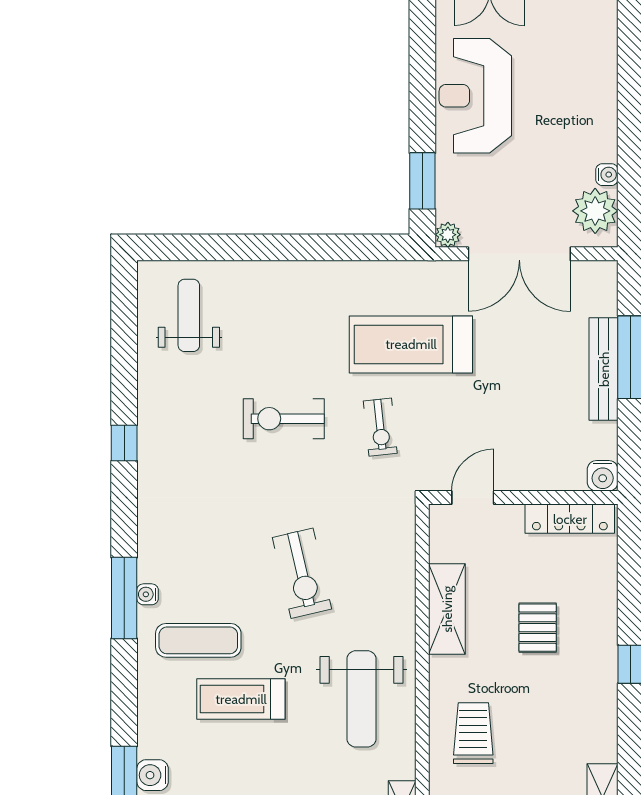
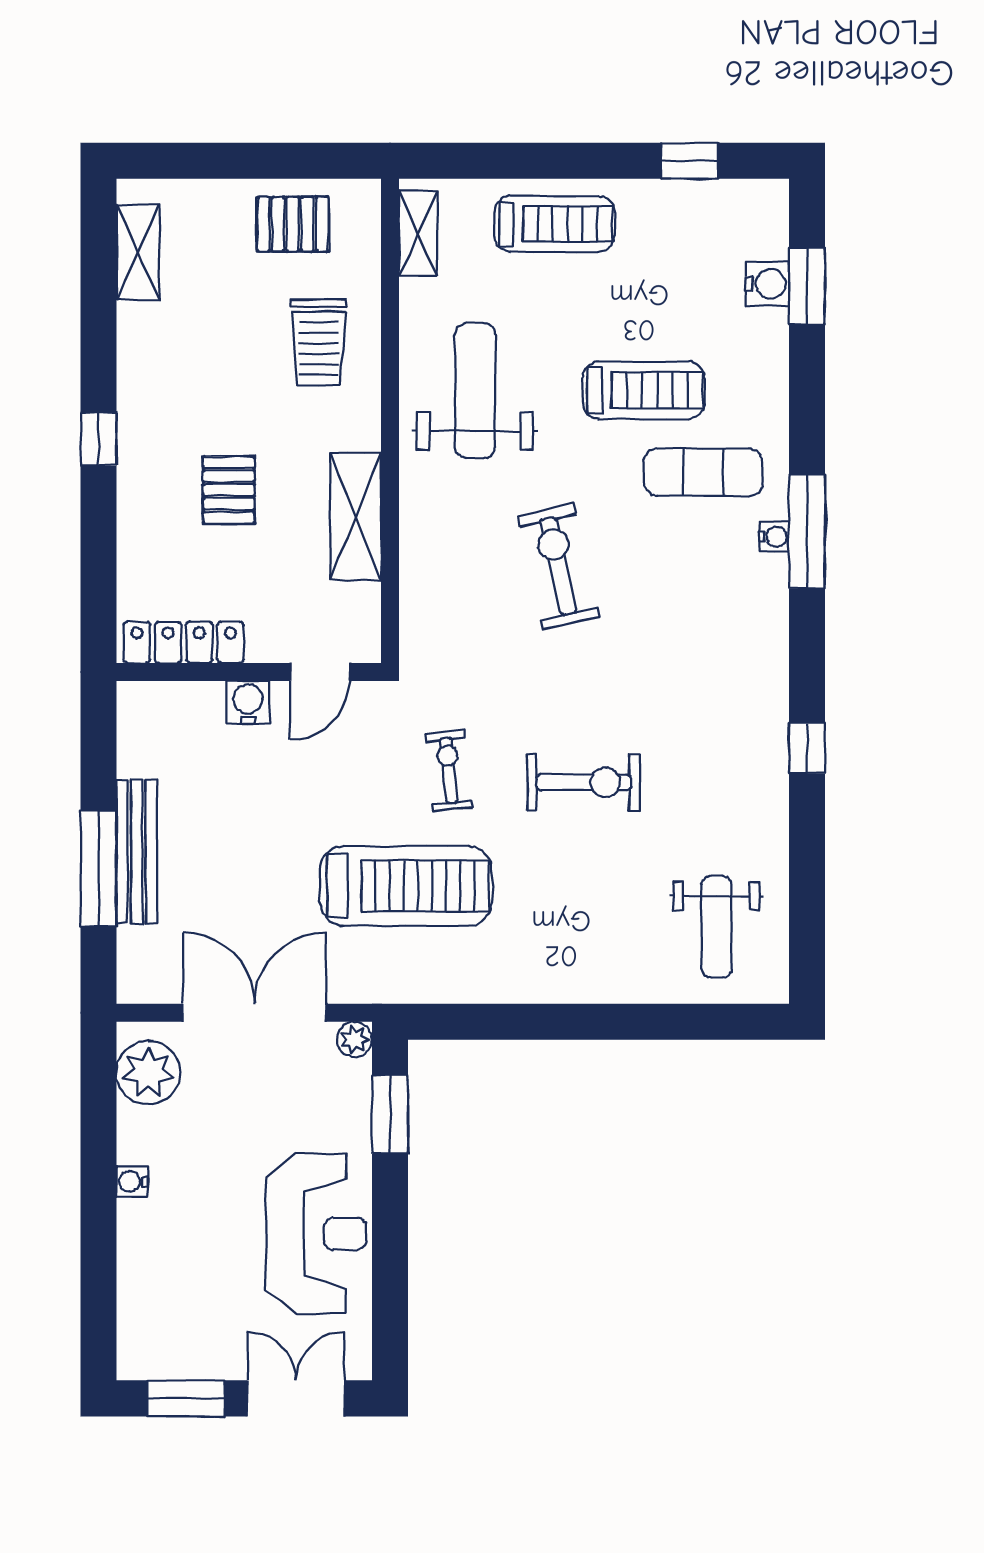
water cooler: (607, 175) -> (132, 1182), moved
water cooler: (603, 476) -> (248, 702), moved

